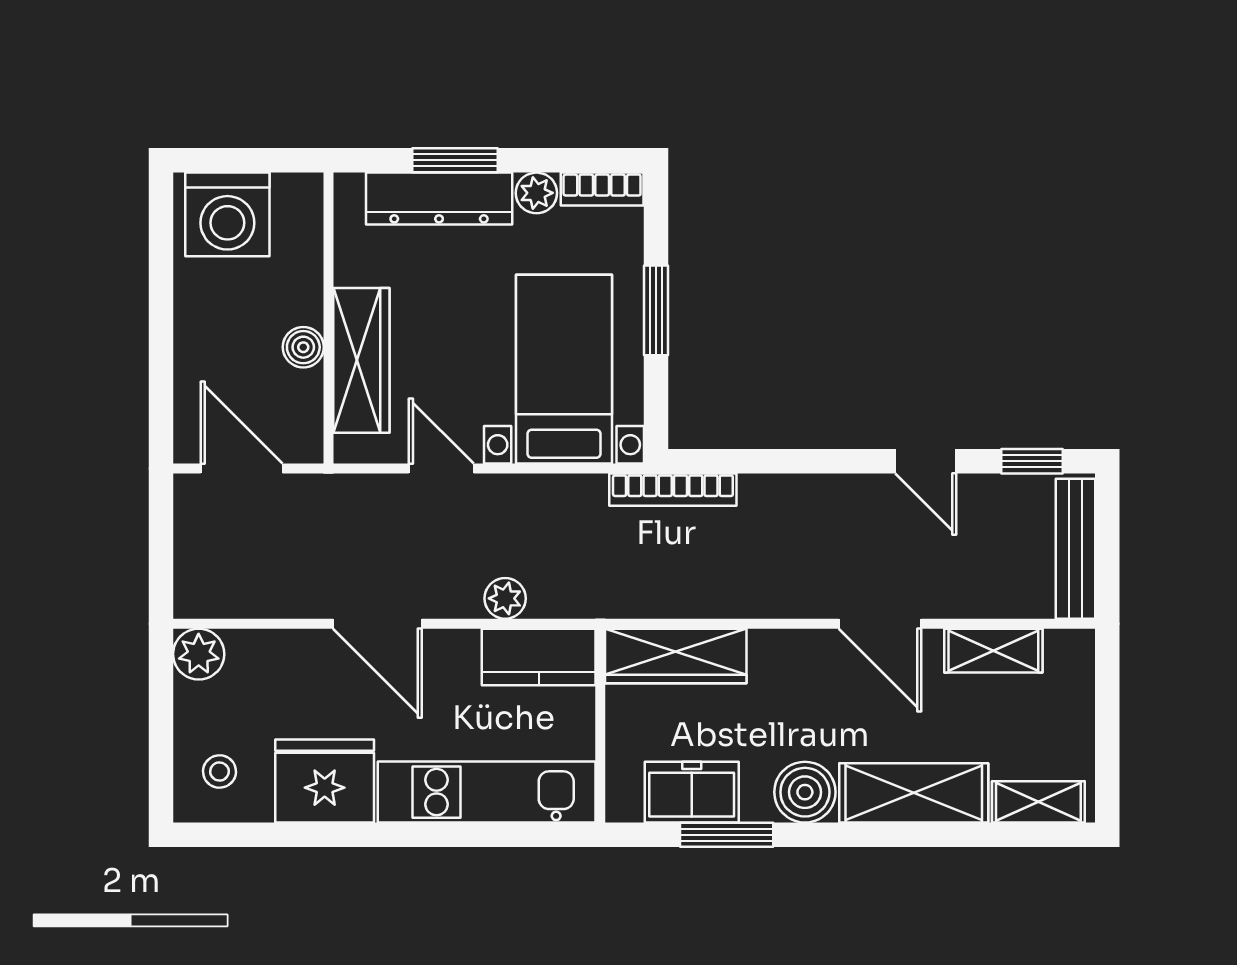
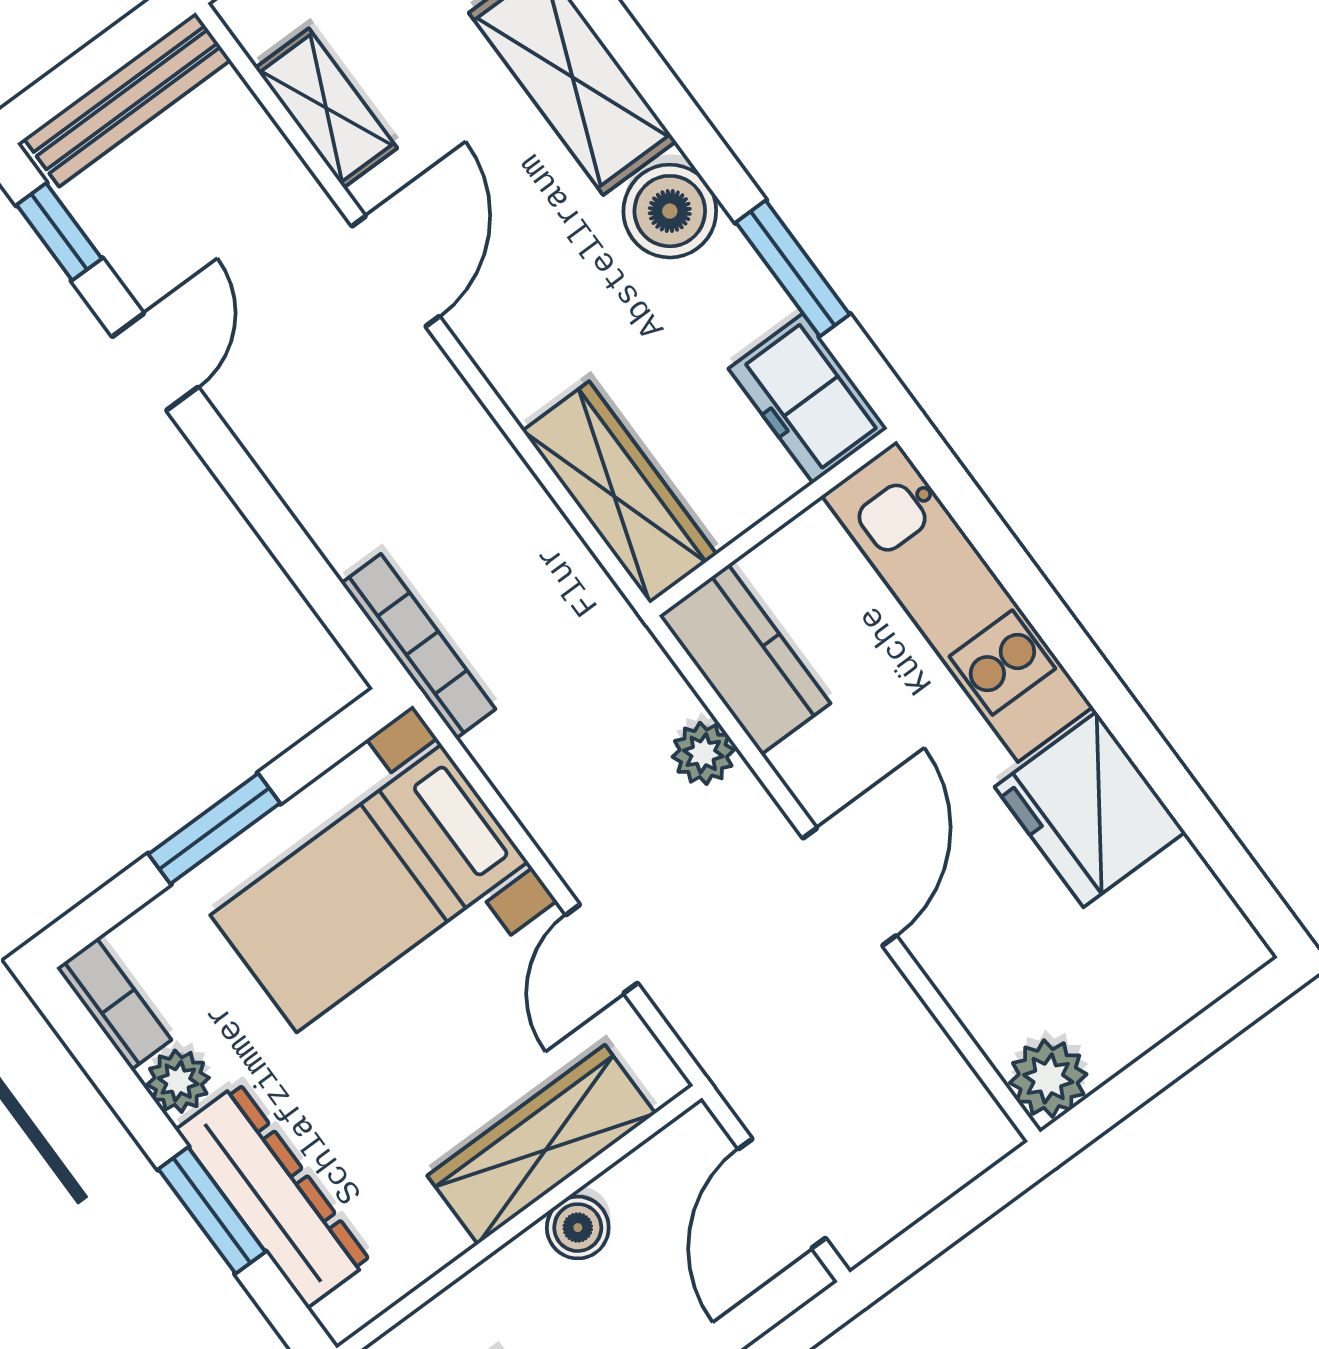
stool: (219, 772) -> (1173, 947), removed
freezer: (692, 792) -> (808, 398), moved

